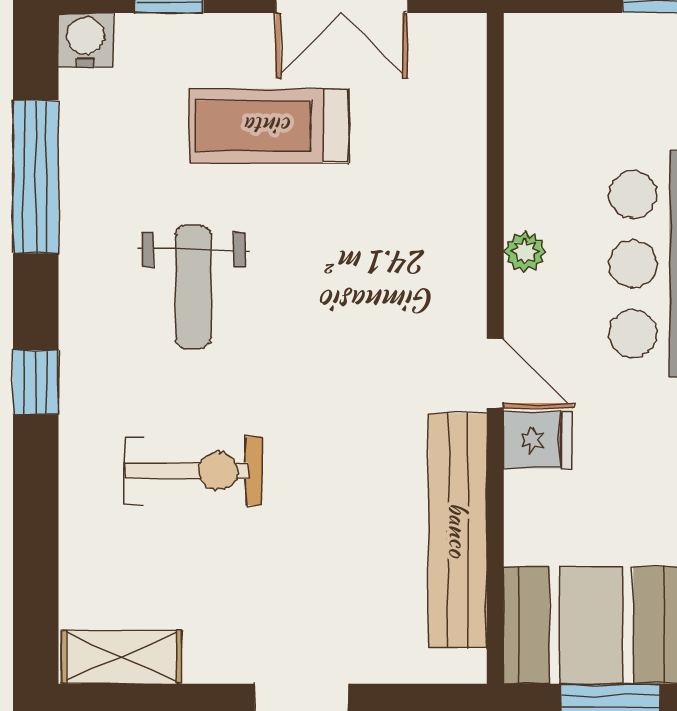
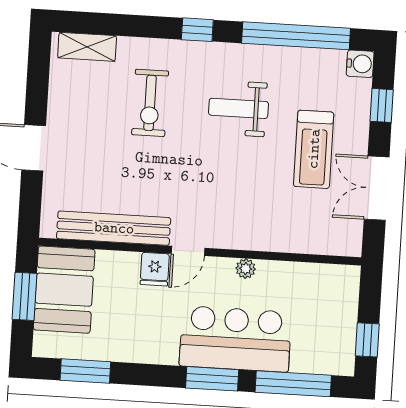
treadmill: (269, 126) -> (314, 149), turned 180
window: (36, 177) -> (296, 36), width x1.46
shelving: (121, 657) -> (87, 47), moved, turned 90

